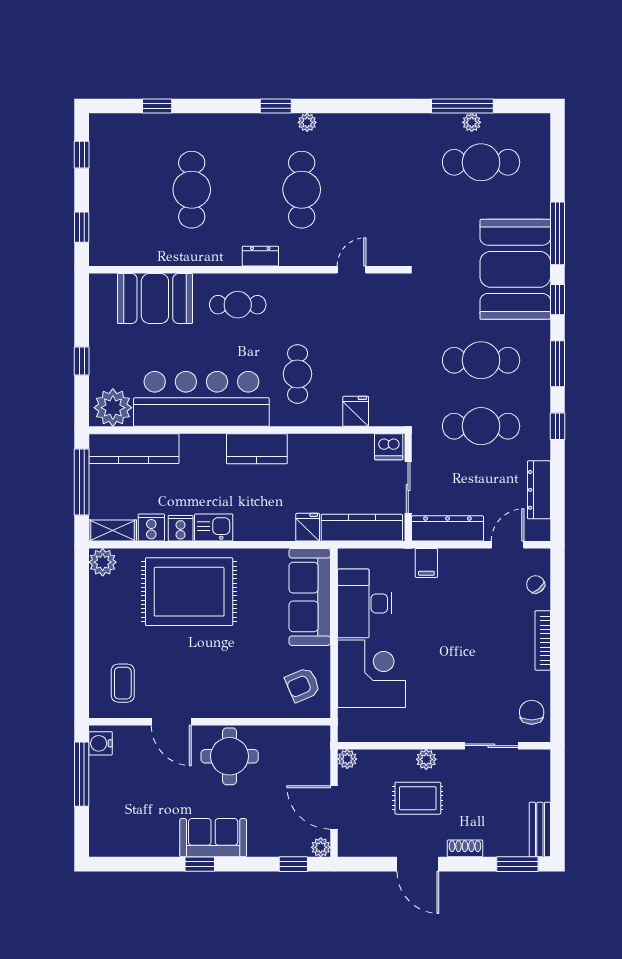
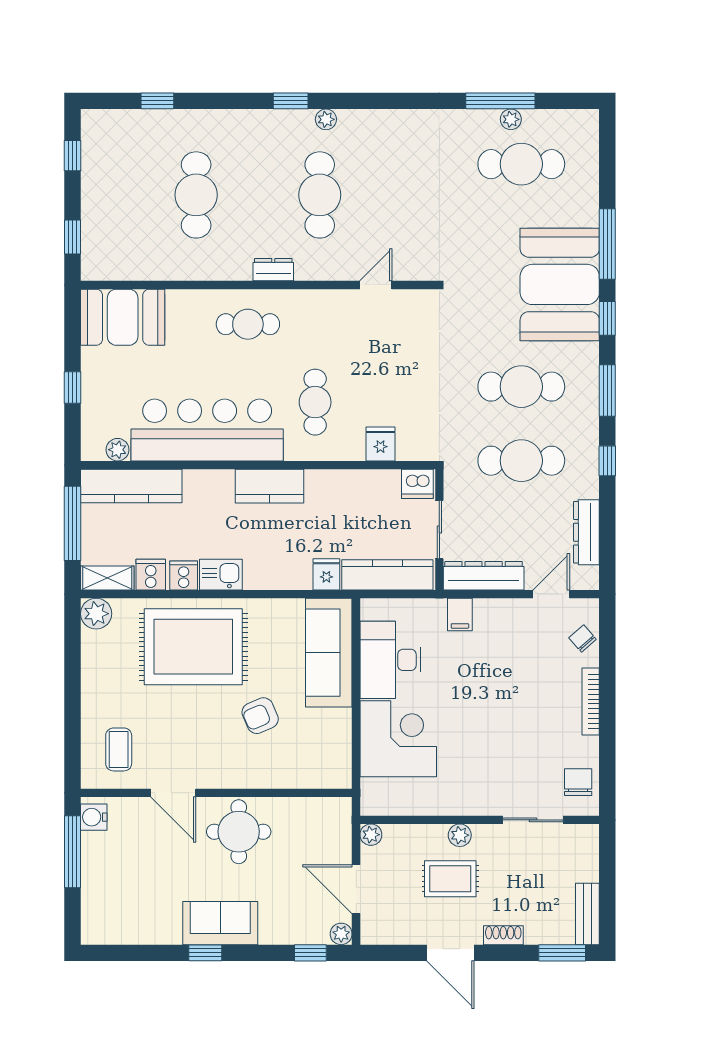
booth: (155, 299) -> (123, 317), moved
plant: (113, 408) -> (118, 450), width x0.53, depth x0.53
armchair: (303, 685) -> (260, 716), moved

